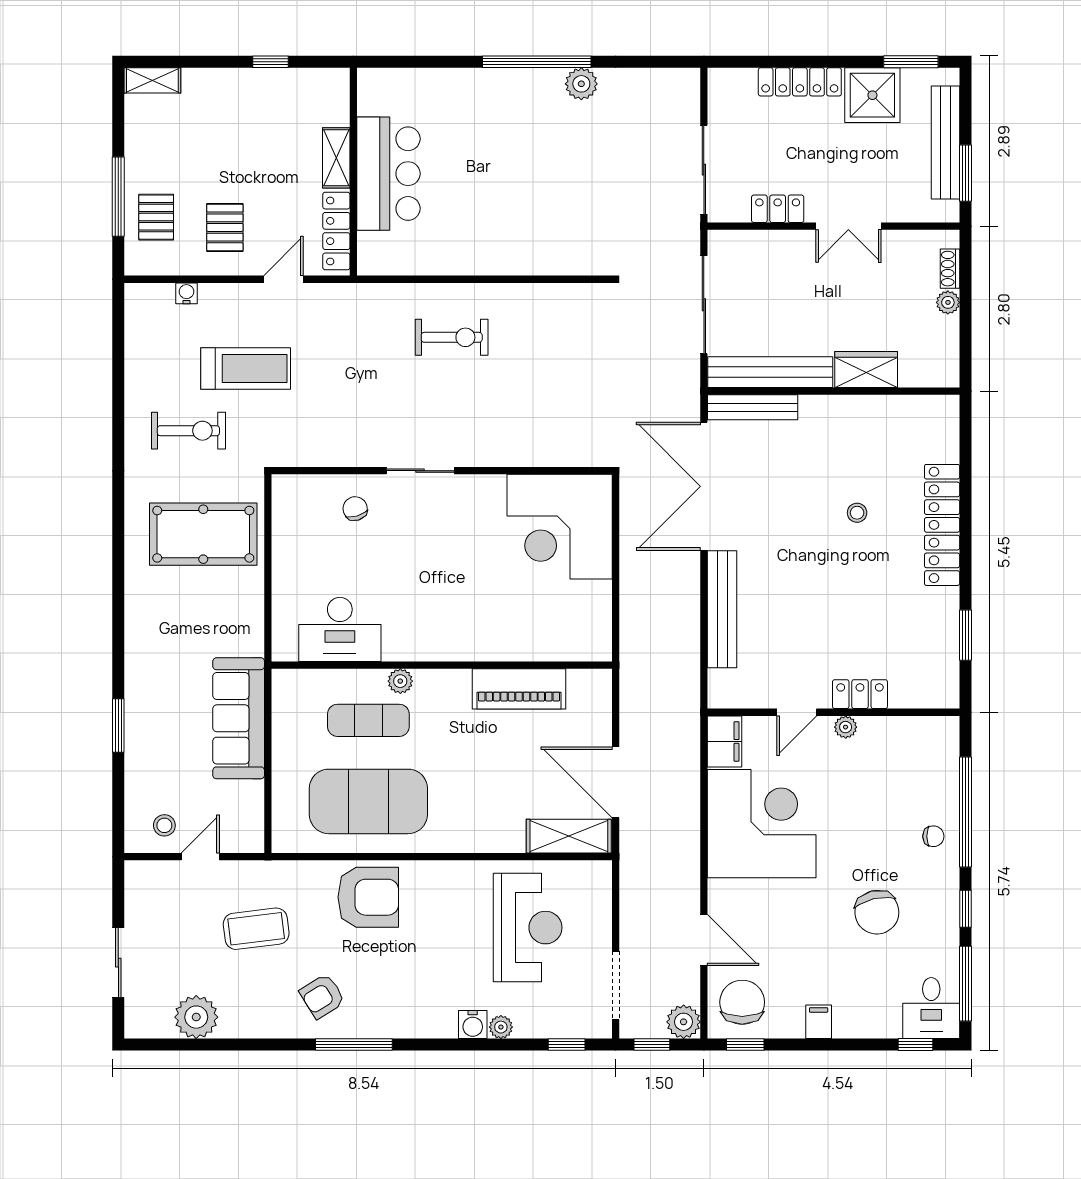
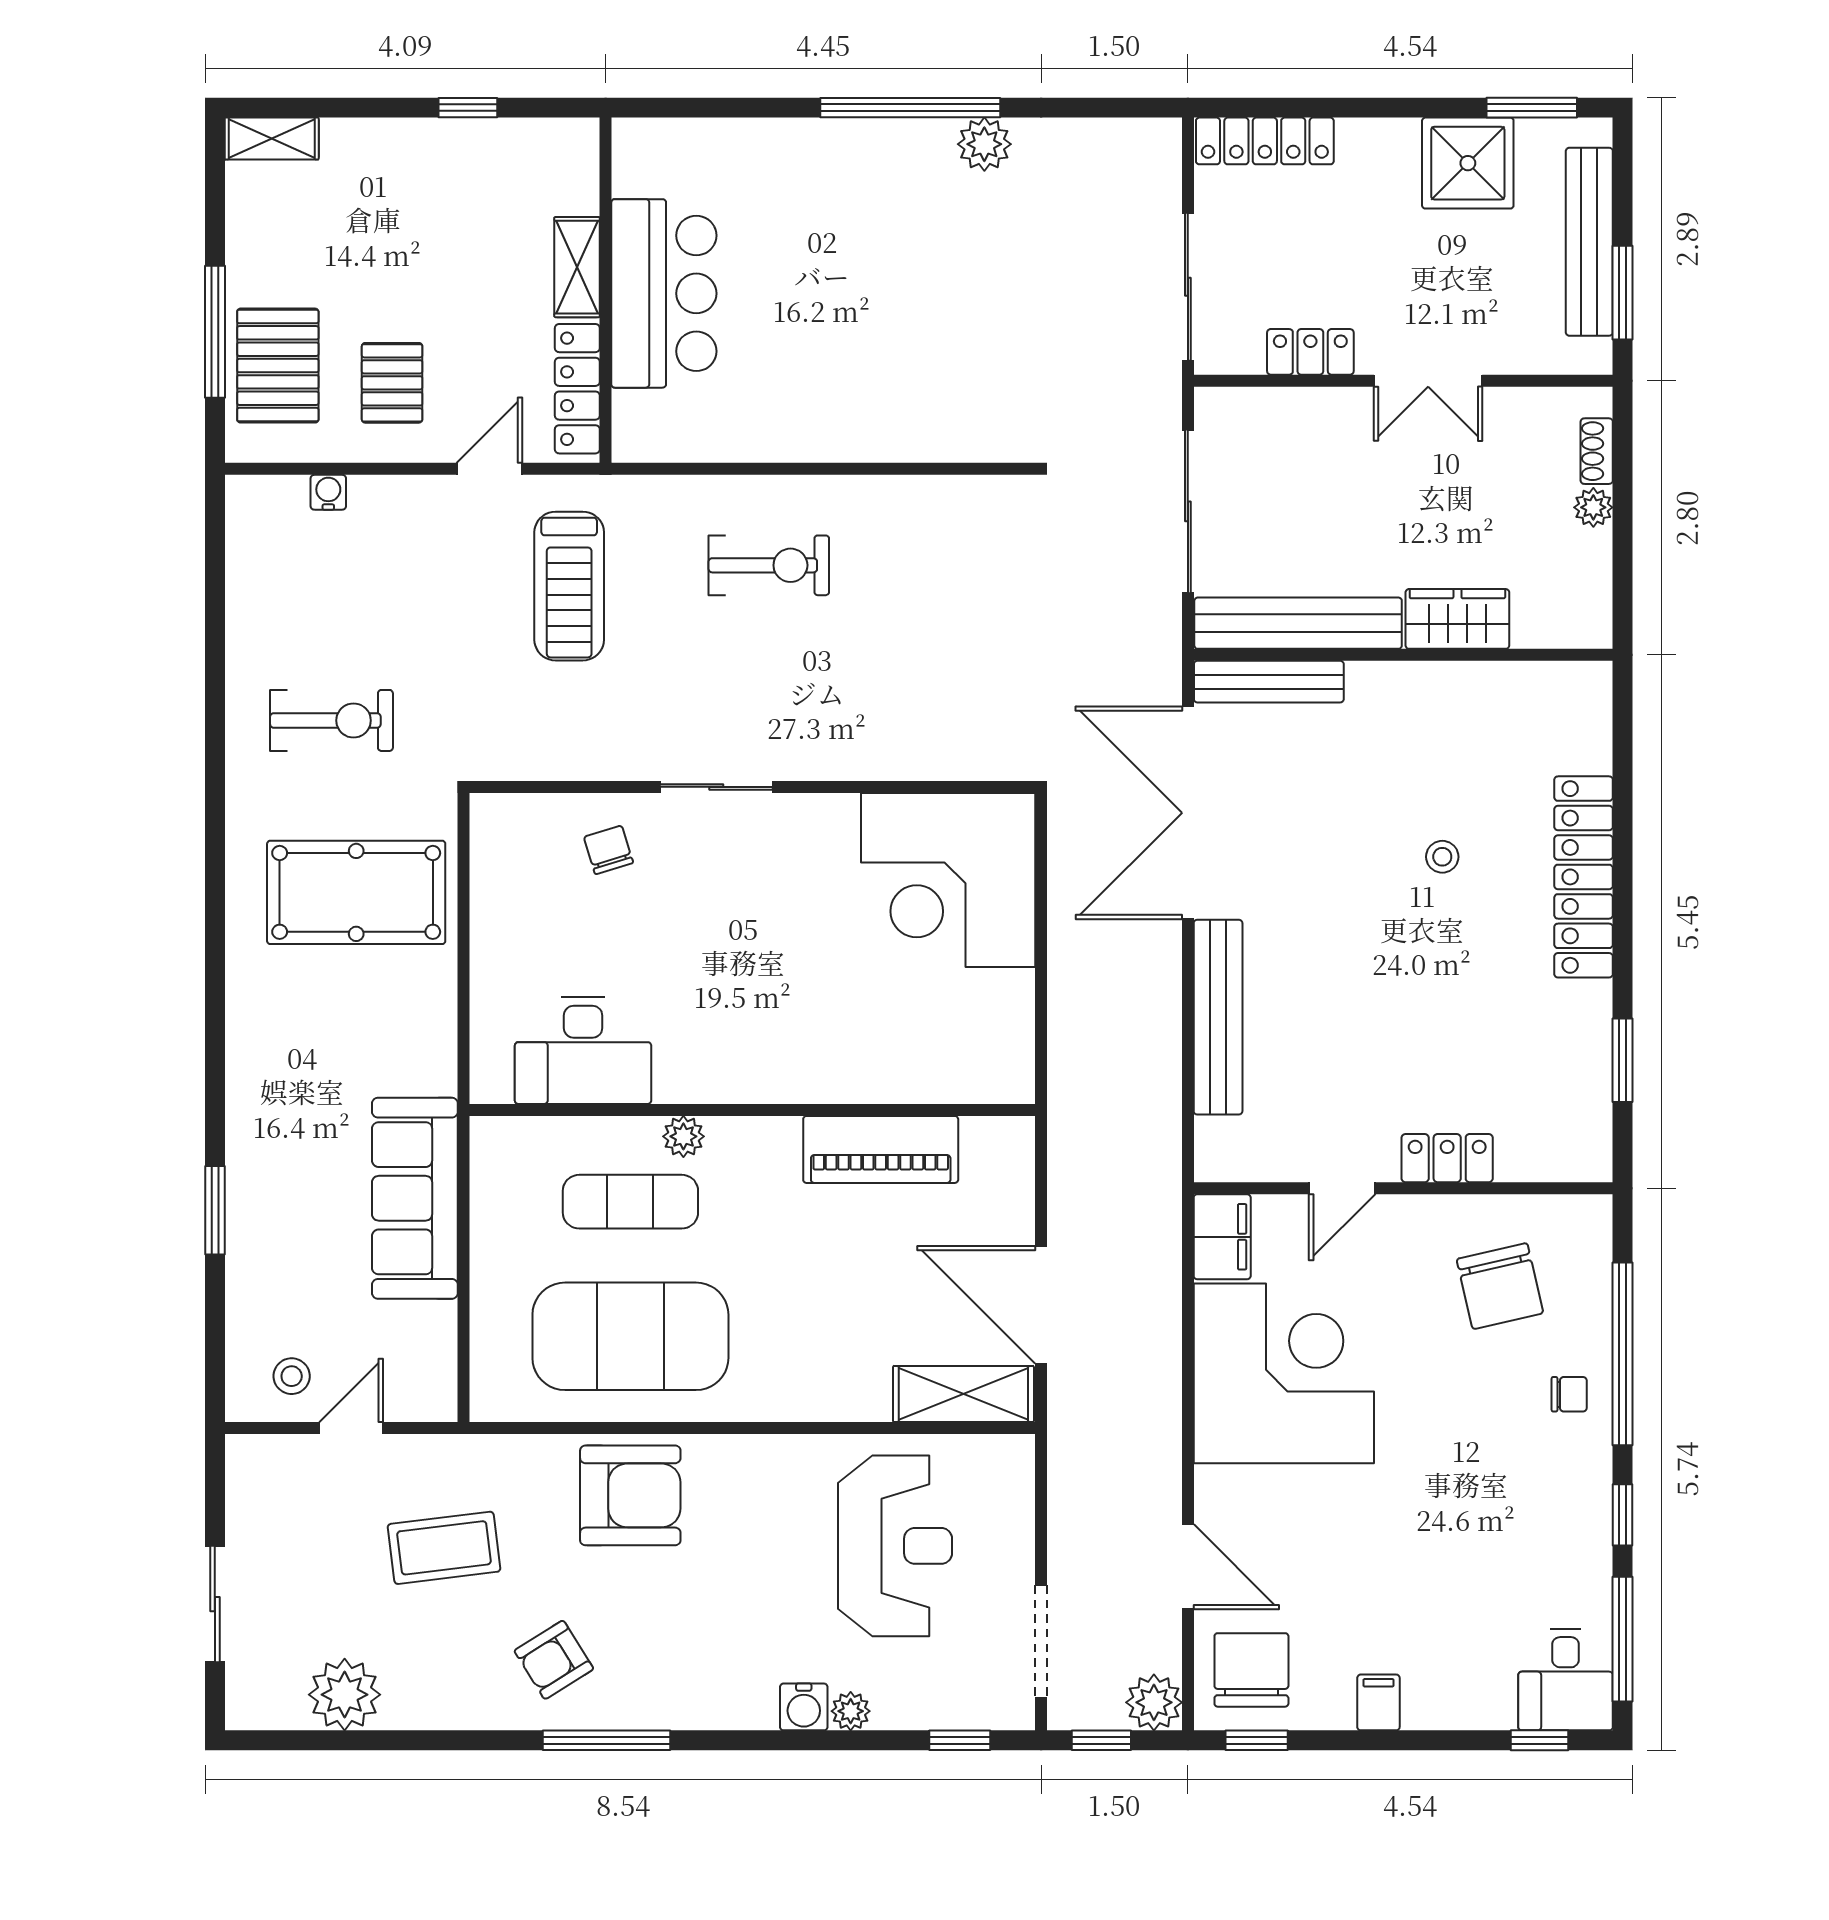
locker: (800, 82) -> (1265, 141), moved
pallet: (156, 217) -> (278, 366), width x1.50, depth x1.42
treadmill: (246, 368) -> (569, 586), moved, turned 90
plant: (846, 727) -> (1423, 1213), removed
chair: (877, 912) -> (1500, 1286), moved

